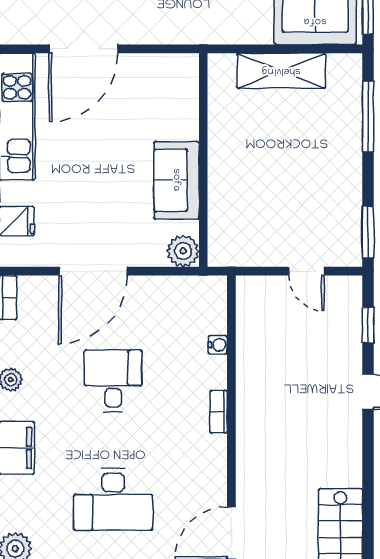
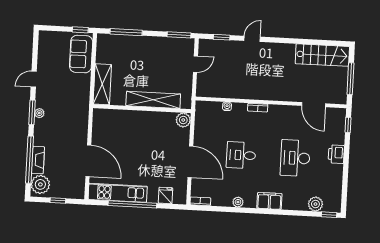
shelving: (281, 71) -> (102, 84), moved
sofa: (176, 180) -> (151, 121), removed
shelving: (224, 183) -> (153, 100), added
desk: (113, 499) -> (295, 158), turned 180

